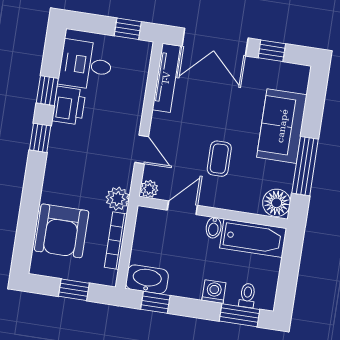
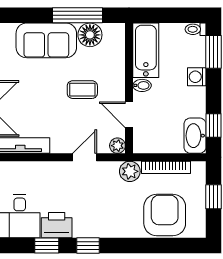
floor lamp: (277, 203) -> (90, 35), moved
armchair: (62, 231) -> (165, 215), turned -90
toilet: (247, 295) -> (196, 29), moved

